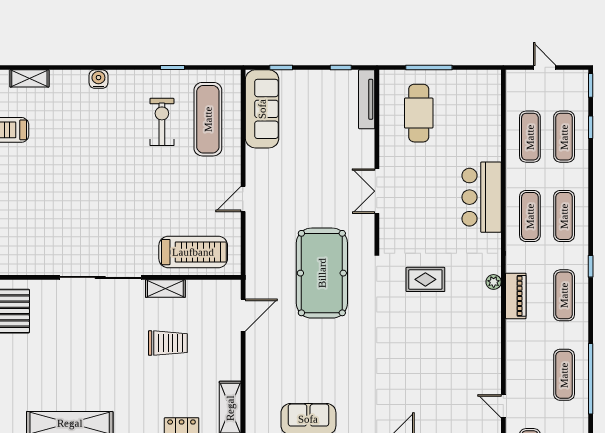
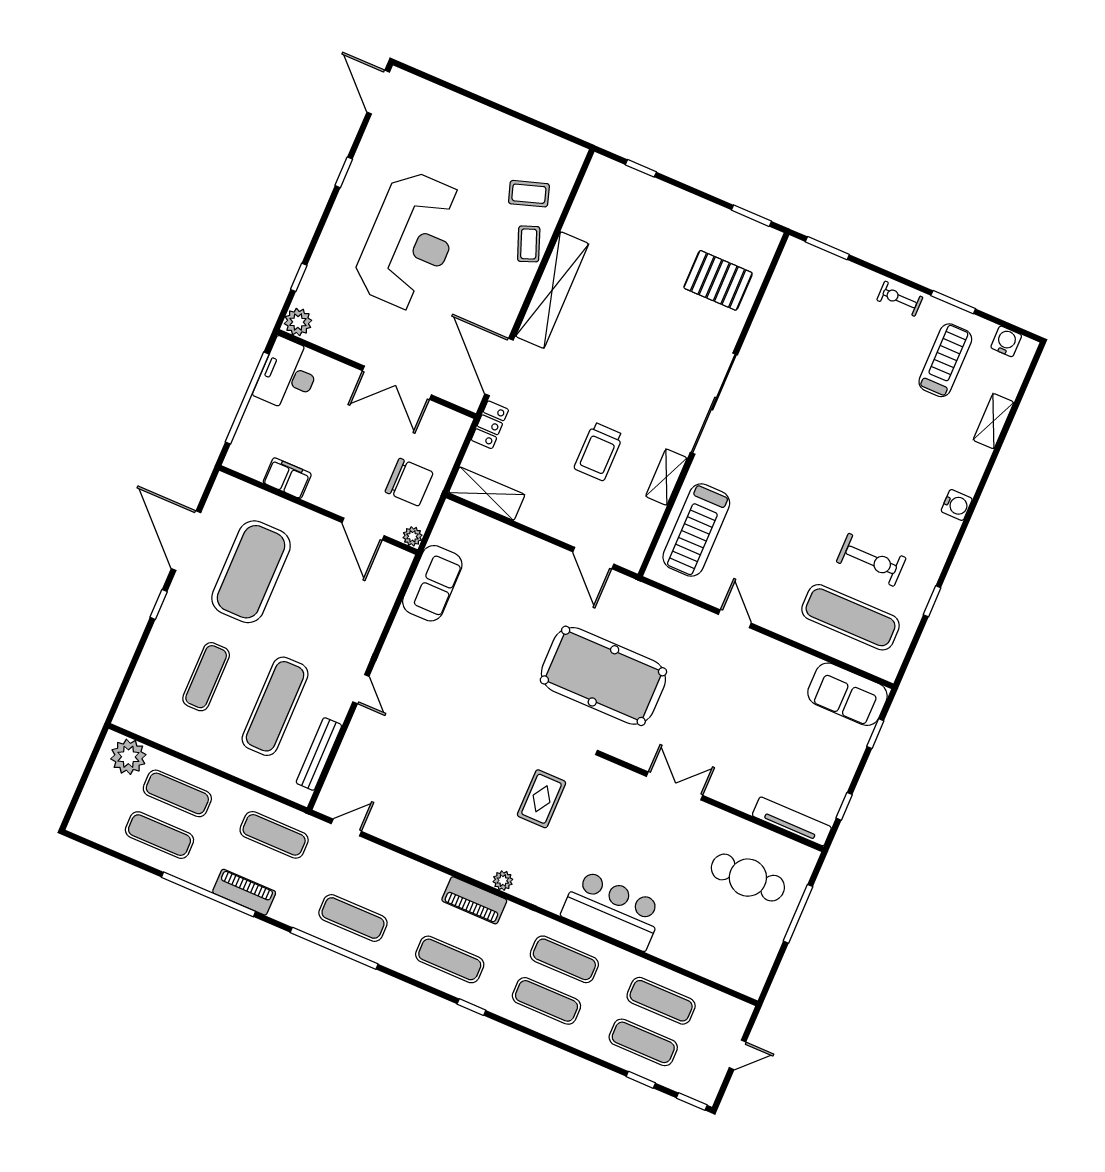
sofa: (262, 109) -> (847, 694), width x0.73

